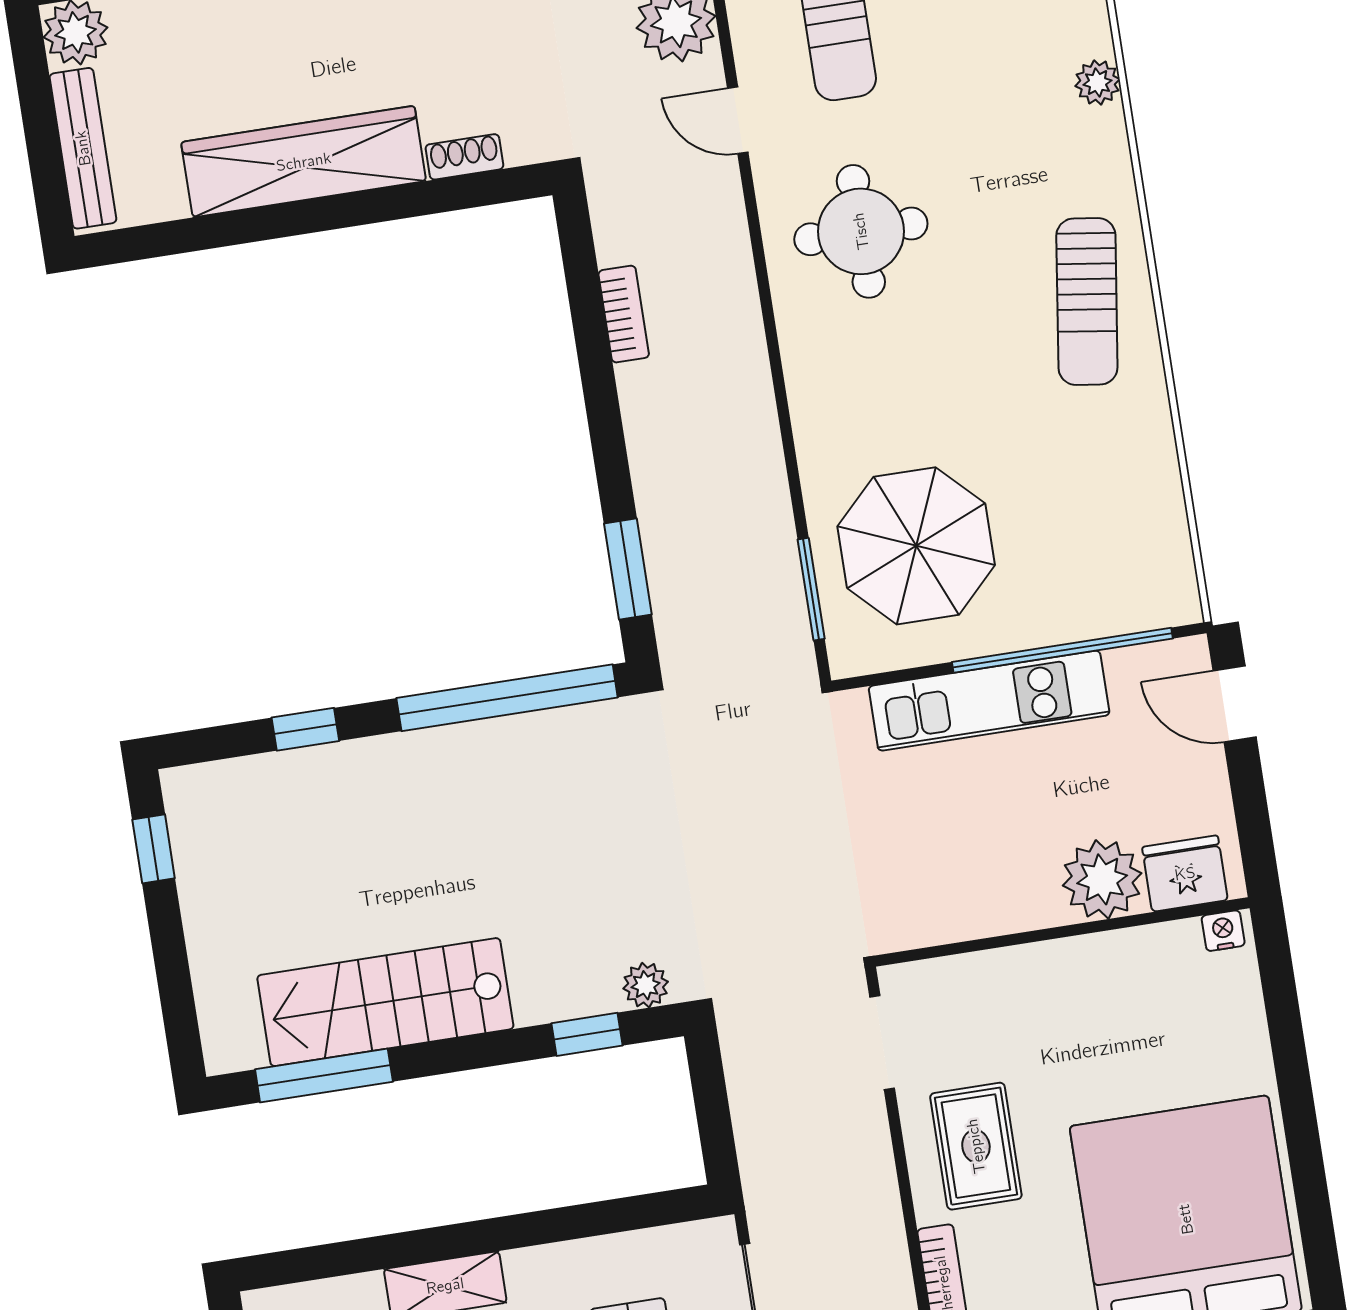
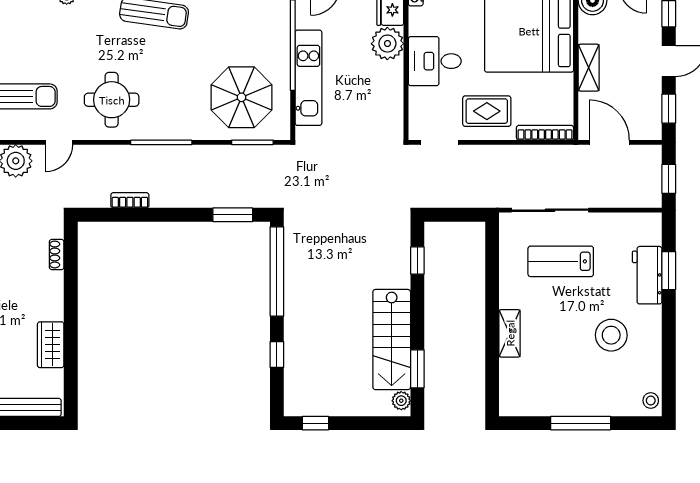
wardrobe: (304, 162) -> (51, 345), width x0.48, depth x0.85
window: (777, 368) -> (161, 142), added
plant: (646, 985) -> (401, 401), moved
desk: (1077, 1001) -> (435, 61), added
window: (324, 1076) -> (417, 369), width x0.69

